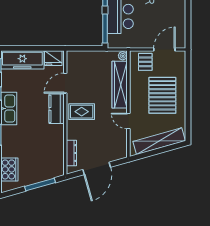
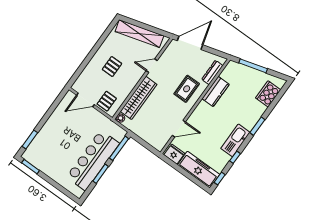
pallet: (162, 95) -> (112, 67), width x0.49, depth x0.50
kitchen counter: (57, 109) -> (216, 91), moved
rug: (82, 112) -> (187, 89), moved, turned 90
door: (128, 121) -> (152, 66), swing flipped
door: (97, 168) -> (190, 43), moved

